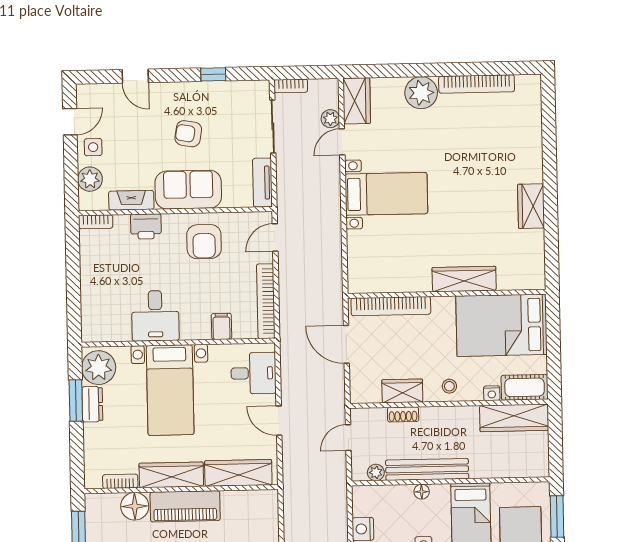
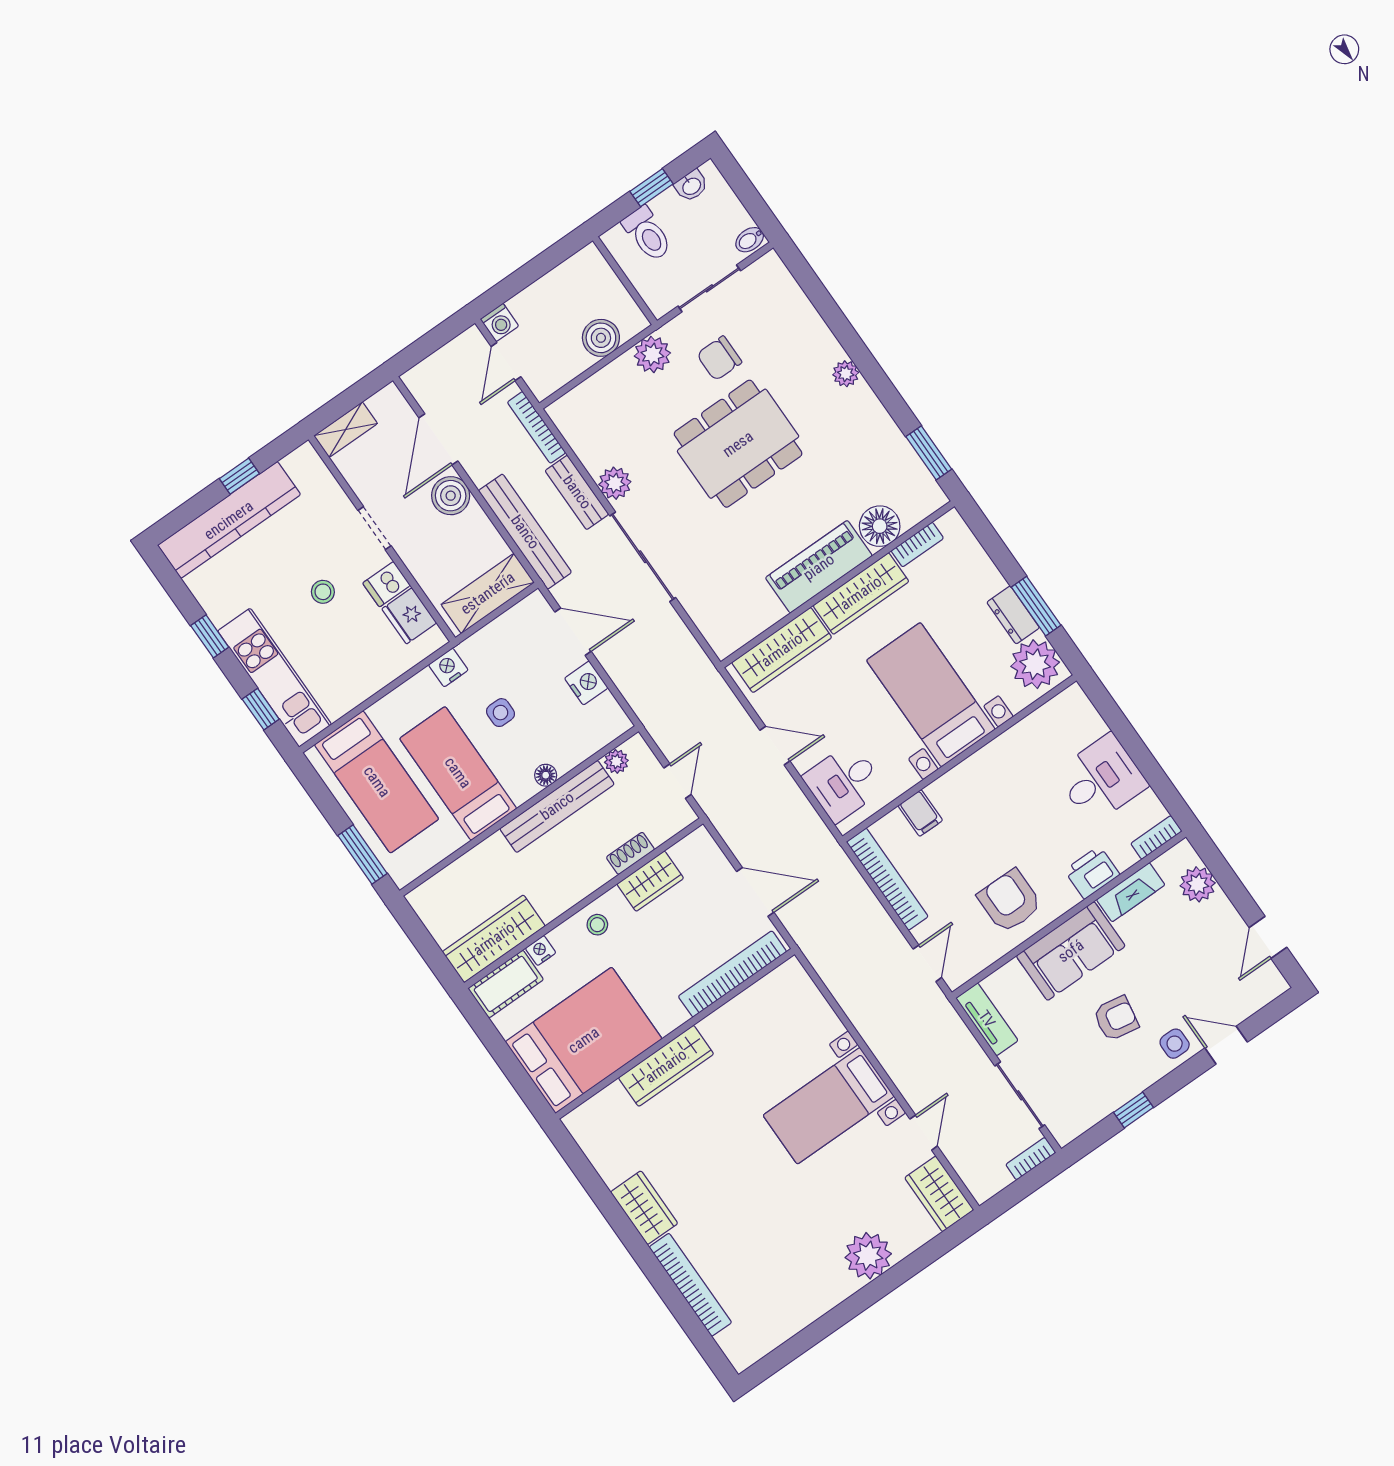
bookcase: (477, 84) -> (690, 1285), moved, turned 90
plant: (330, 119) -> (957, 1151), removed
side table: (93, 147) -> (1175, 1044), moved
desk: (155, 316) -> (1101, 779), moved, turned 90

